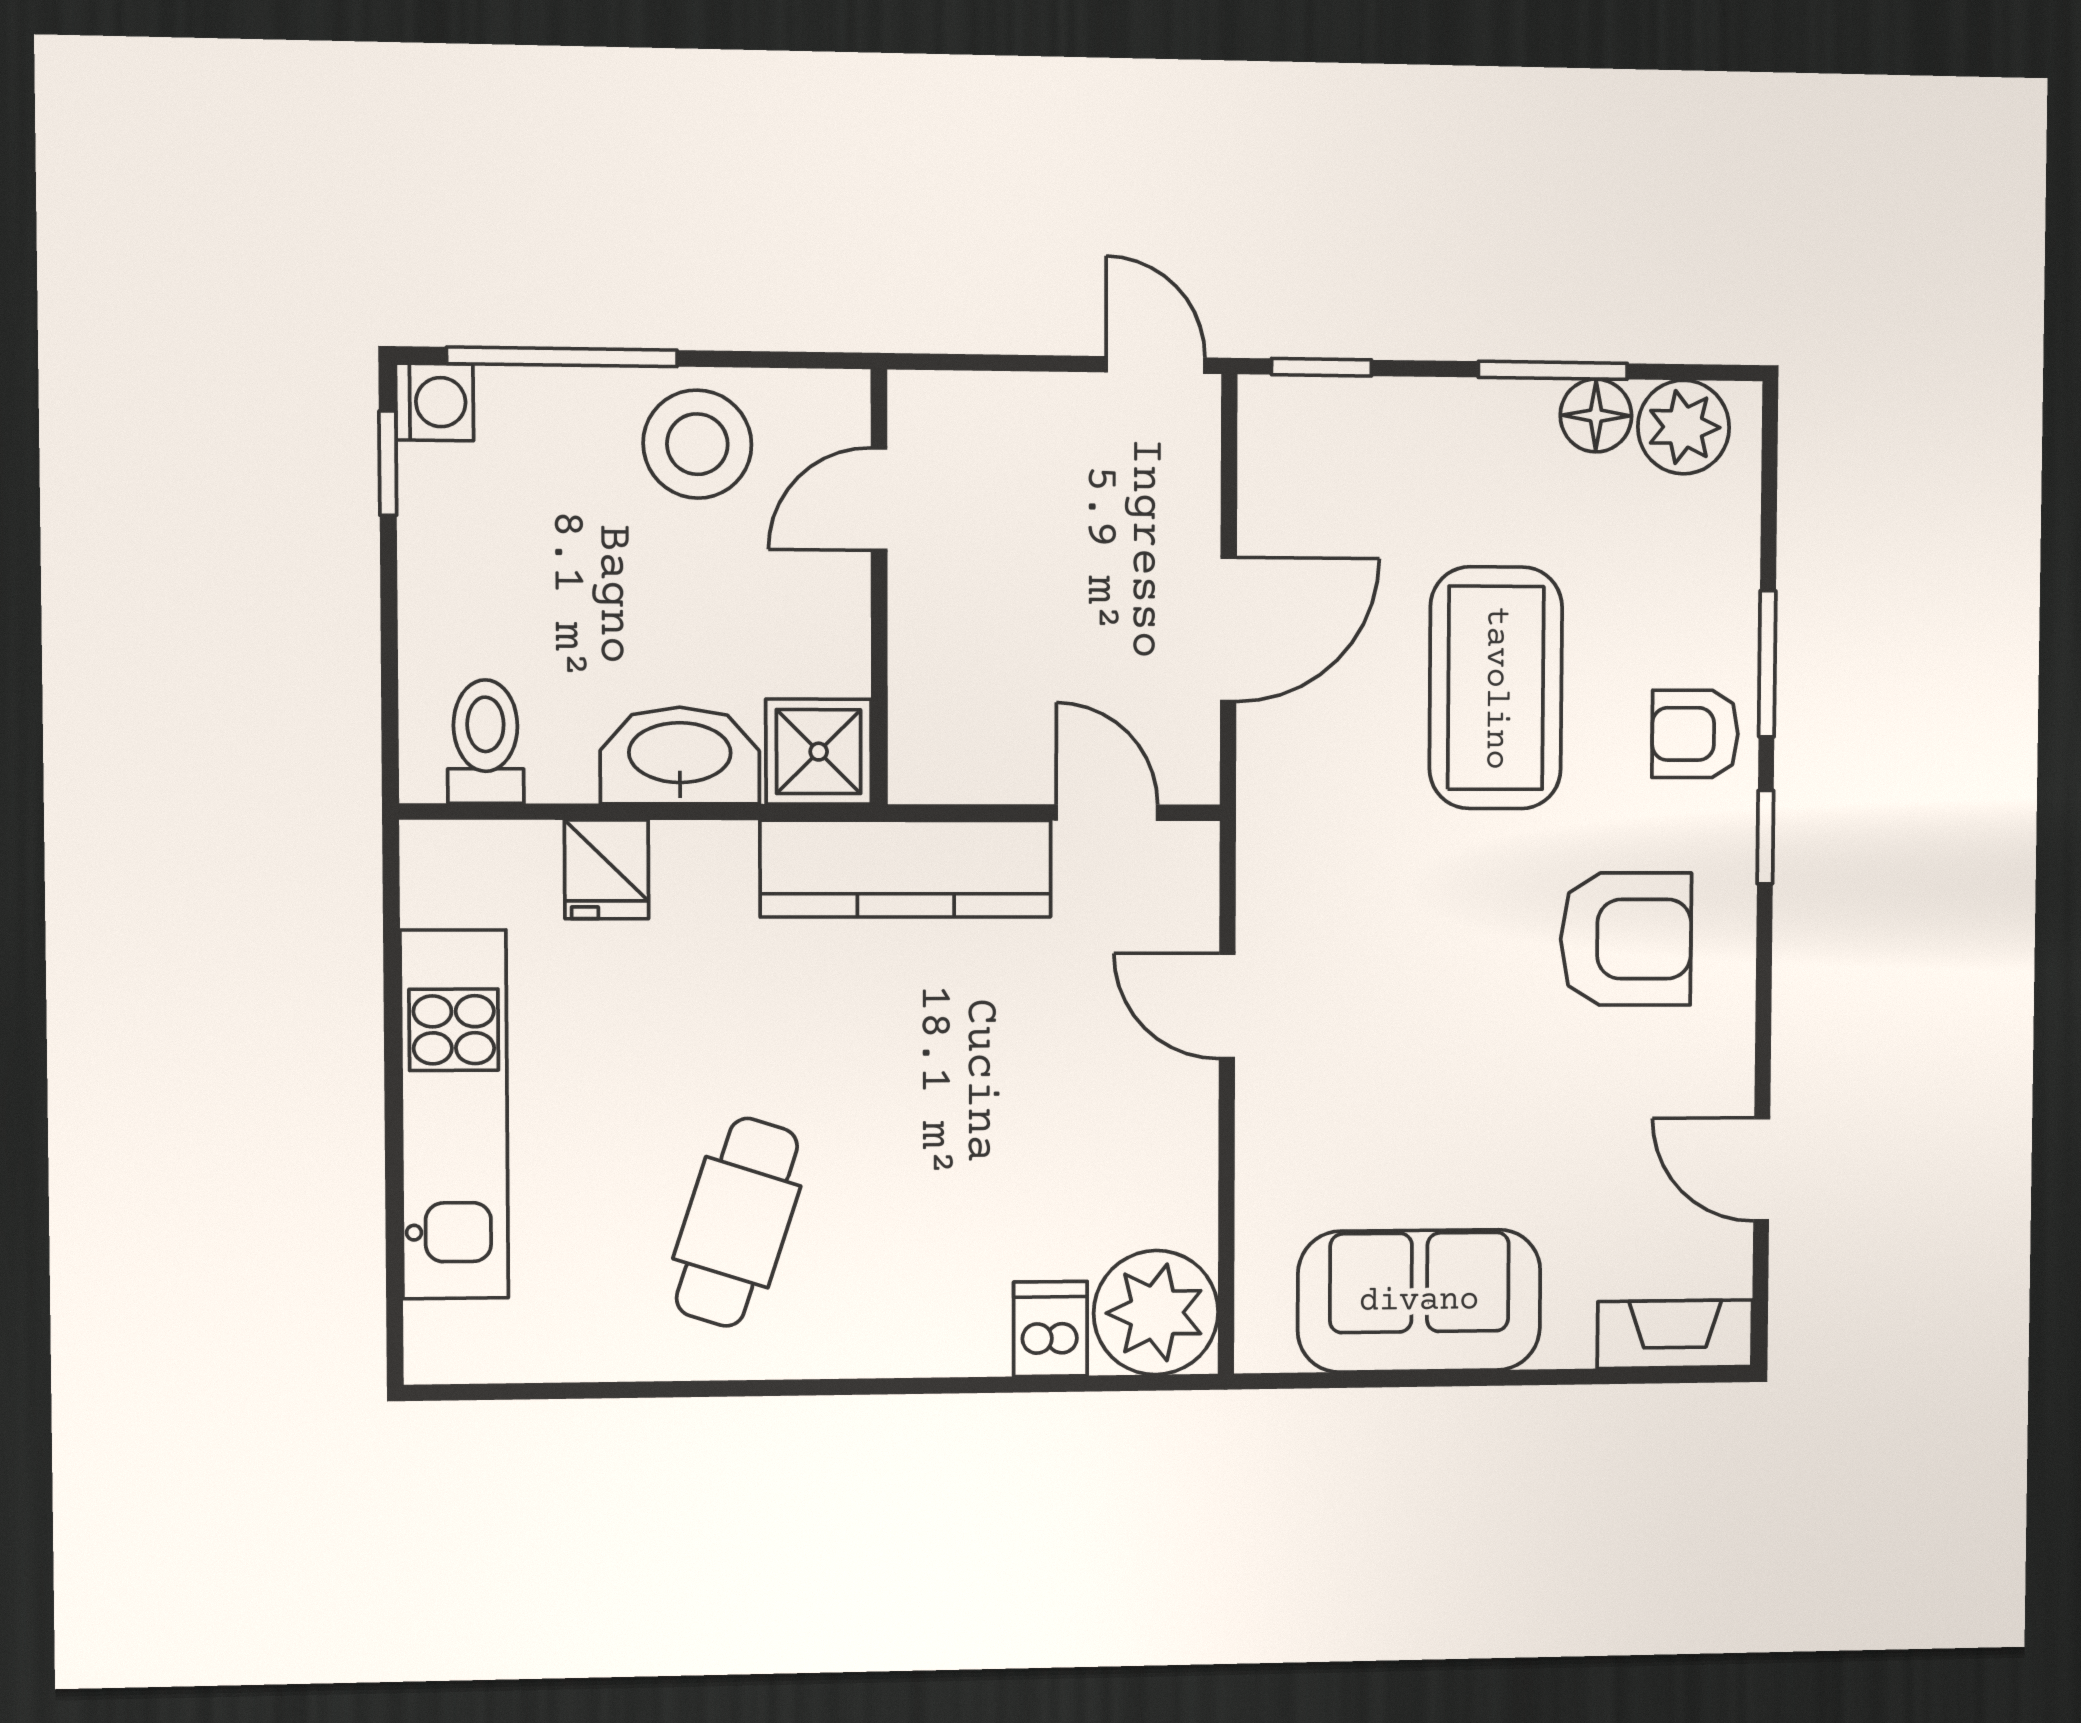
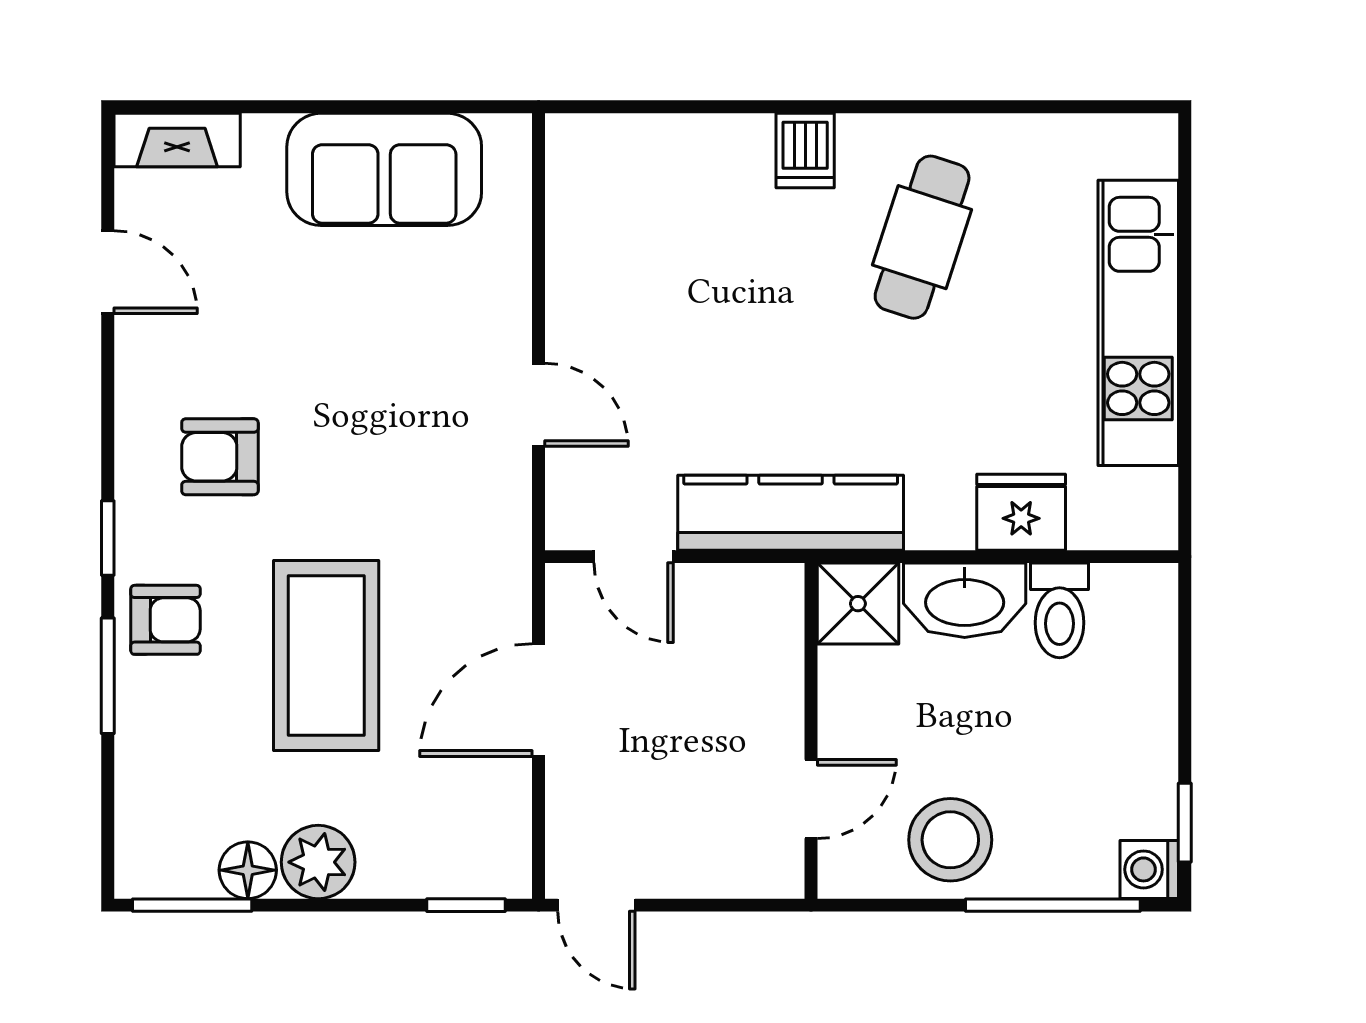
window: (1553, 370) -> (192, 905), moved
plant: (1684, 427) -> (318, 862), moved
toilet: (486, 742) -> (1059, 610), moved
fridge: (607, 869) -> (1021, 512), width x1.38
armchair: (1626, 939) -> (220, 457), width x0.72, depth x0.72
plant: (1156, 1313) -> (594, 162), removed
dishwasher: (1050, 1329) -> (805, 150), moved

